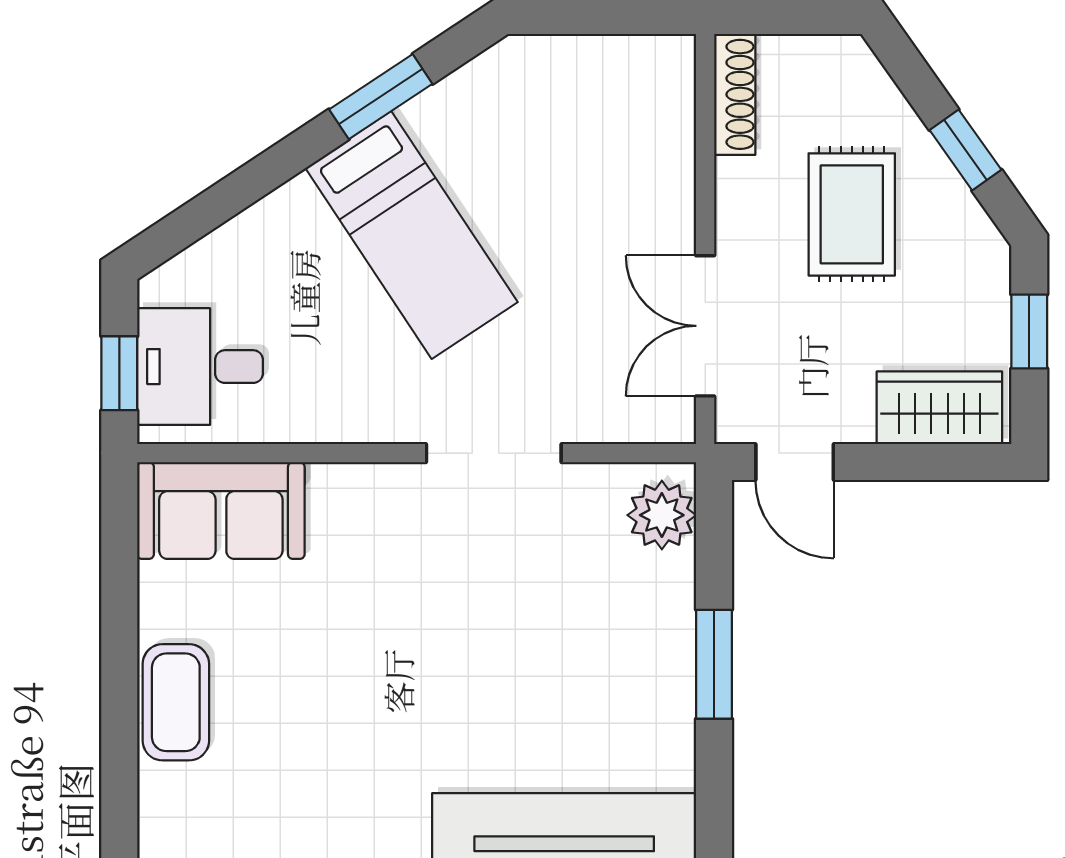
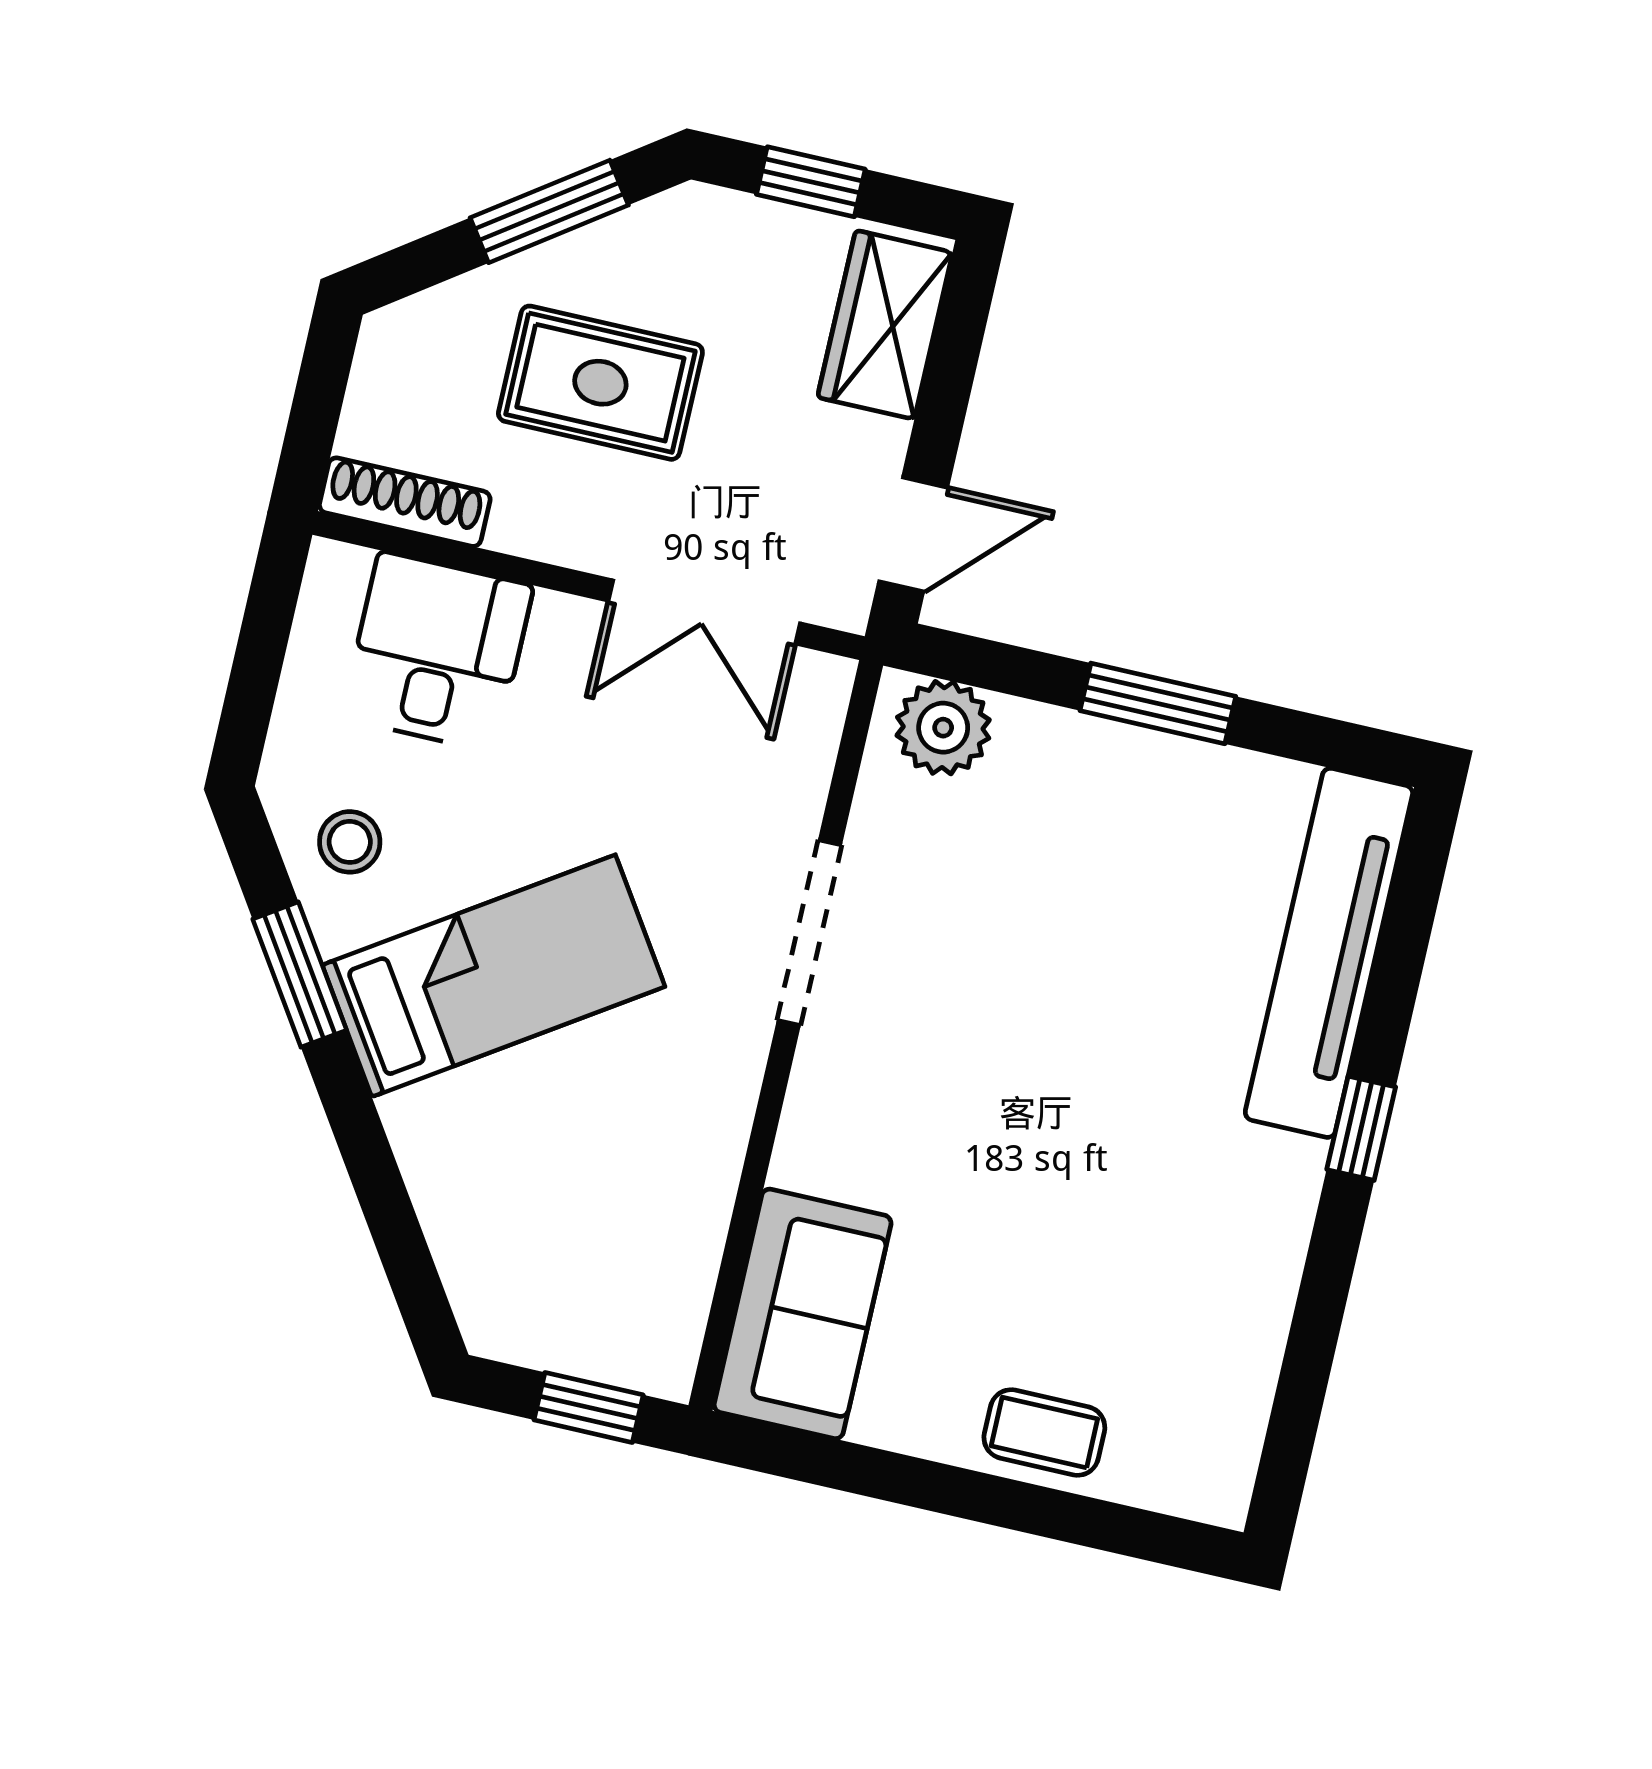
stool: (483, 111) -> (350, 842), added
window: (965, 150) -> (549, 211), width x1.50
desk: (200, 367) -> (437, 652), moved, turned 180
coffee table: (176, 702) -> (1044, 1432), width x0.73, depth x0.77

